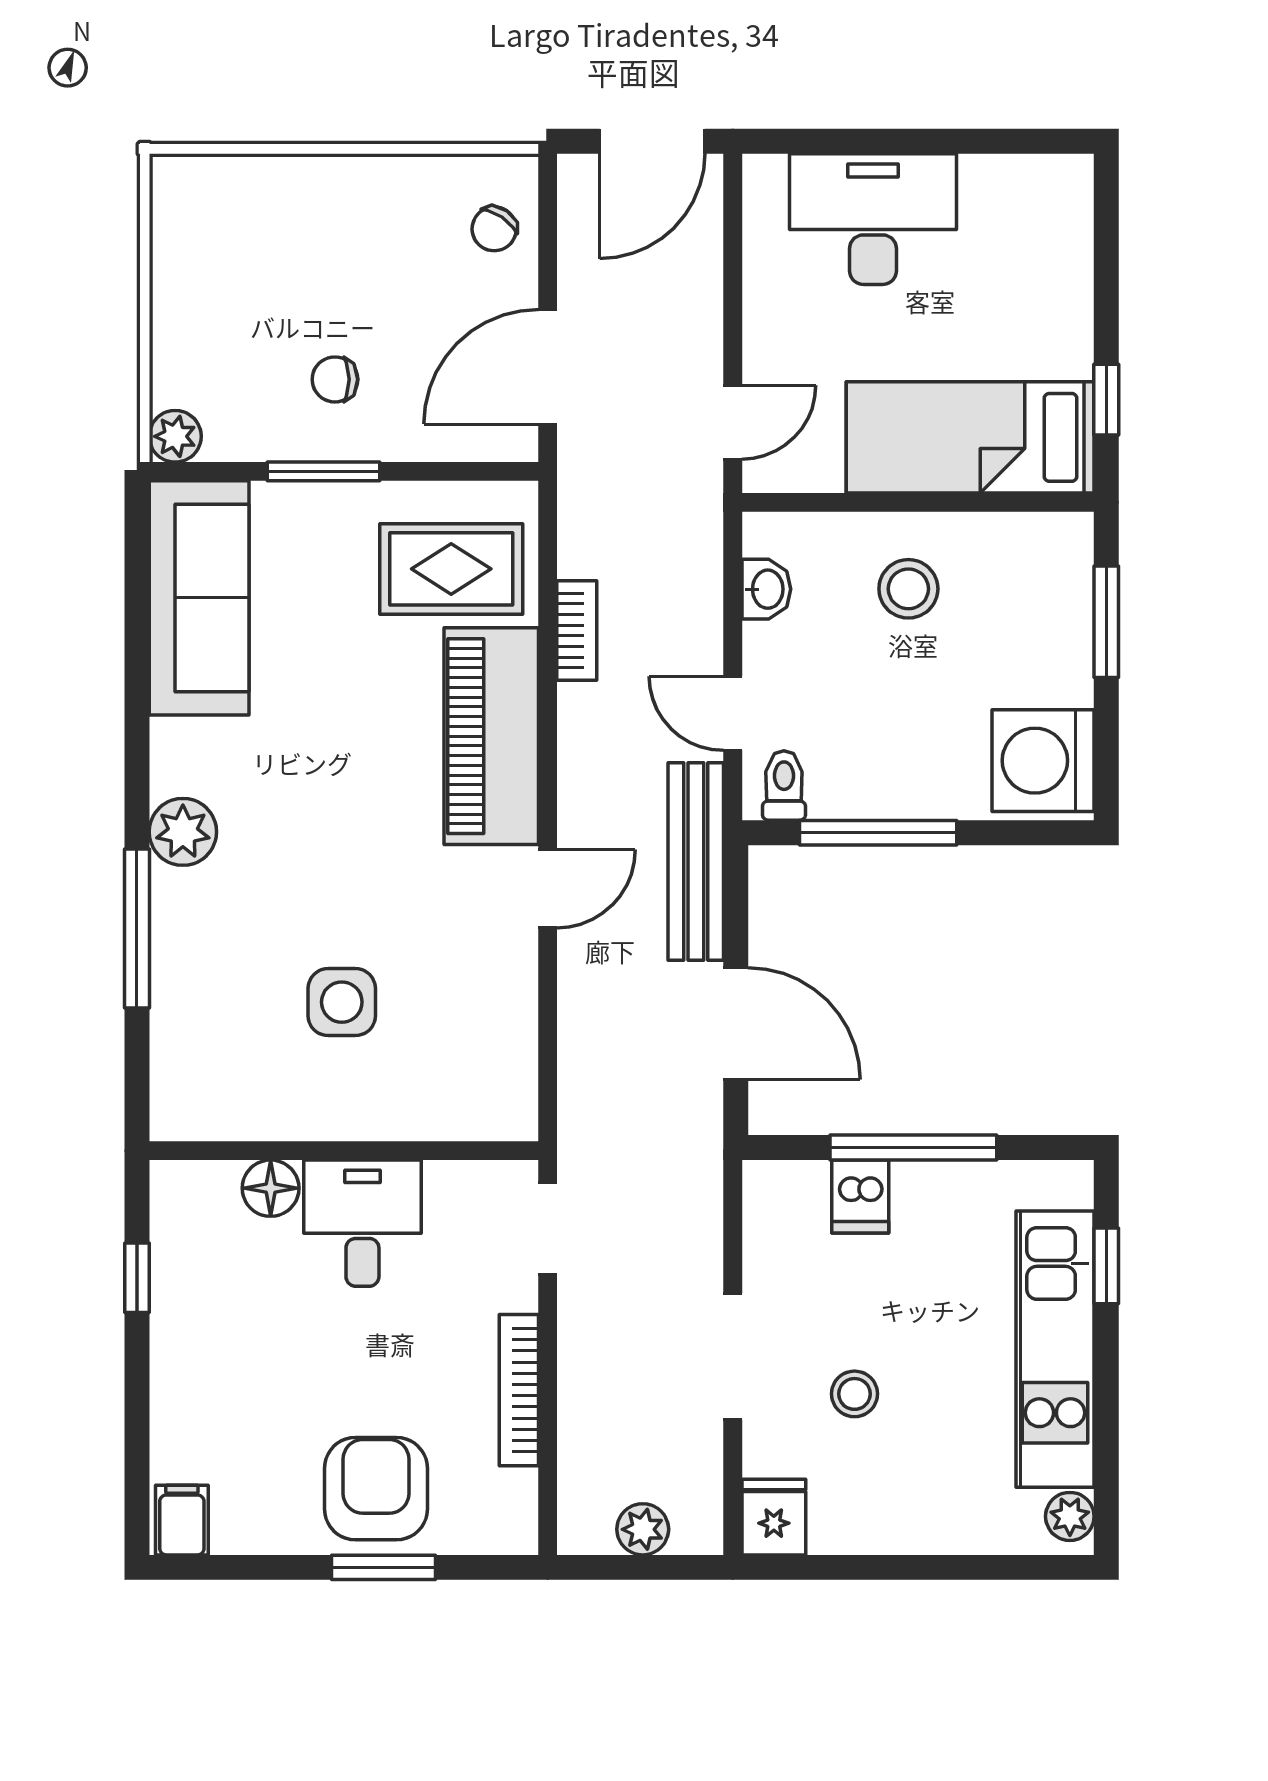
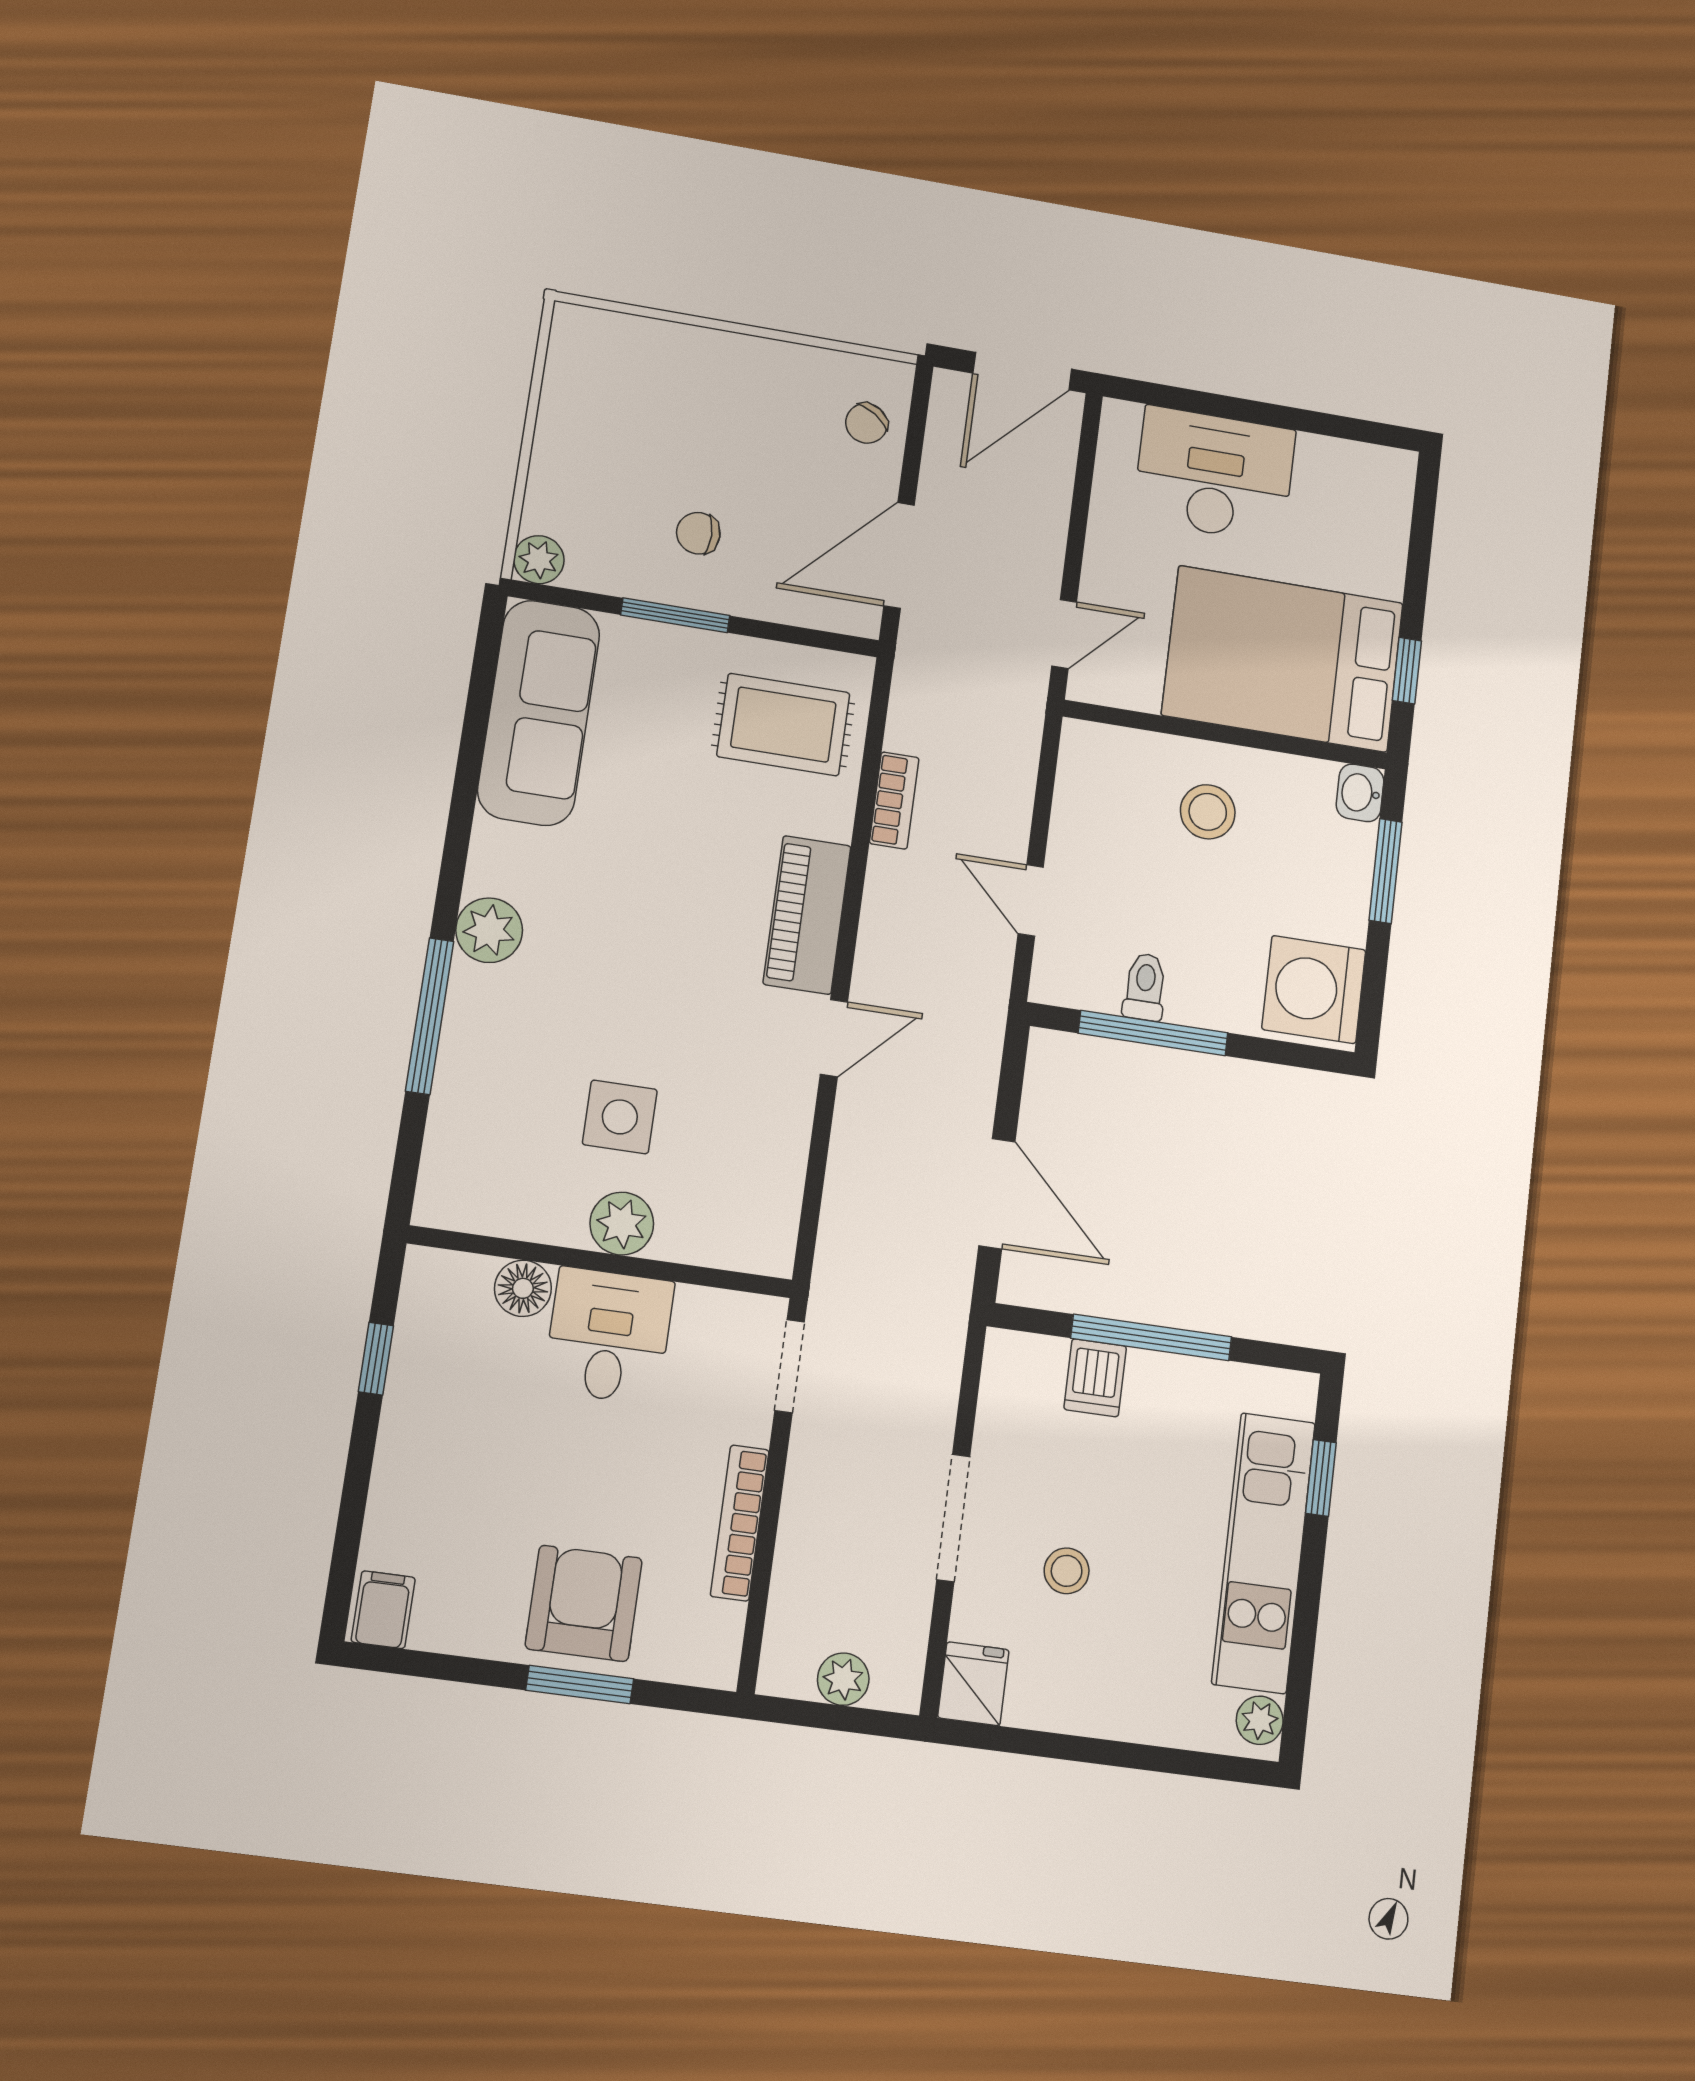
bed: (970, 437) -> (1283, 659), width x1.50
washbasin: (766, 589) -> (1360, 793), moved, turned 180
piano: (491, 736) -> (807, 915), width x0.73, depth x0.75
toilet: (784, 785) -> (1145, 987), moved
bench: (696, 862) -> (978, 1034), removed
plant: (359, 1109) -> (622, 1224), added

